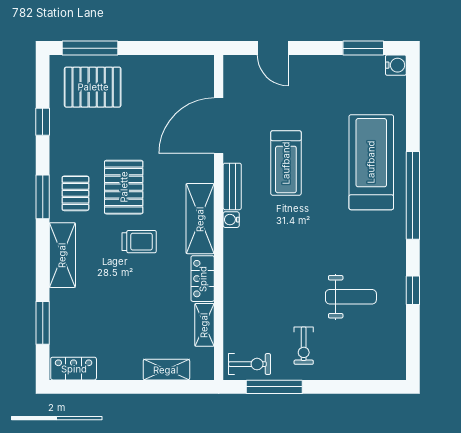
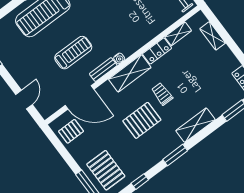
pallet: (75, 193) -> (71, 131), moved

